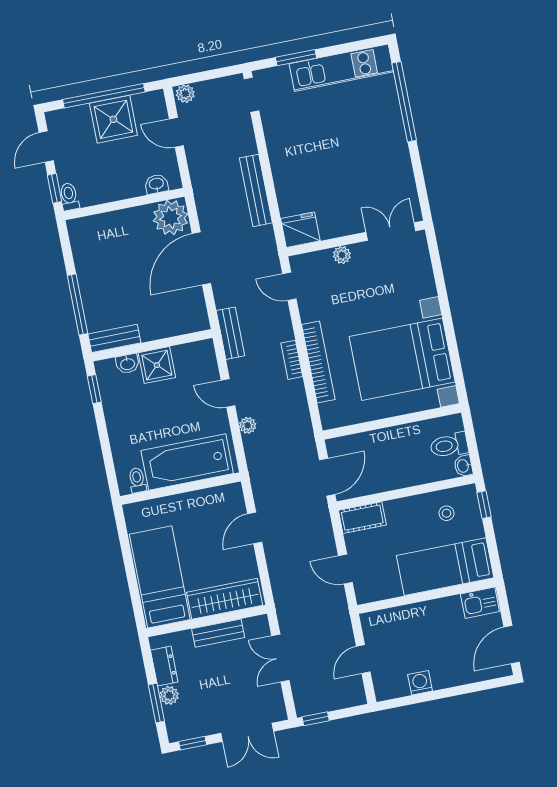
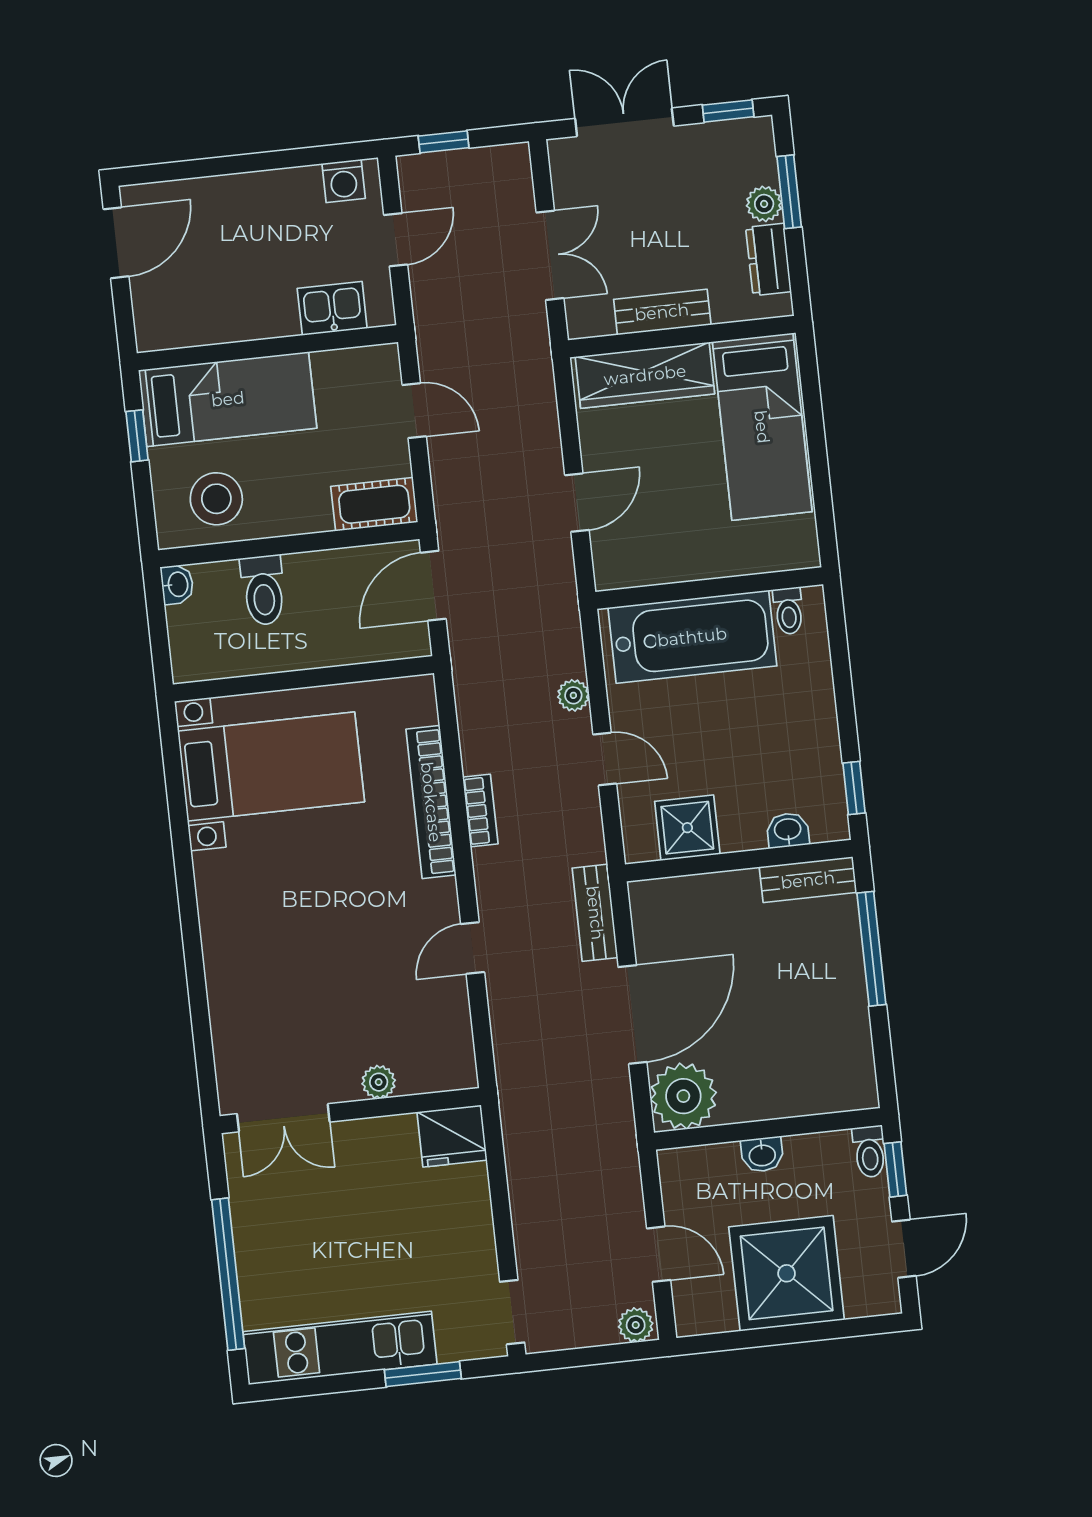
window: (104, 96) -> (788, 1334), removed
shower: (113, 119) -> (787, 1273), width x1.37, depth x1.37
washbasin: (156, 184) -> (762, 1155), moved
bench: (256, 190) -> (520, 1133), removed
fridge: (300, 230) -> (452, 1136), moved
double door: (391, 231) -> (283, 1118), moved
wall: (356, 238) -> (350, 1111), moved
plant: (342, 255) -> (379, 1082), moved
door: (289, 286) -> (473, 948), swing flipped
bench: (230, 333) -> (595, 913), moved
bed with nightstands: (402, 359) -> (271, 767), width x0.73
shower: (157, 365) -> (687, 828), moved
toilet: (449, 445) -> (263, 590), moved, turned 90
window: (484, 505) -> (137, 436), moved
stool: (447, 513) -> (216, 499), width x1.89, depth x1.89
kitchen sink: (480, 603) -> (332, 308), moved
washing machine: (420, 683) -> (344, 181), moved
window: (316, 719) -> (444, 142), moved

